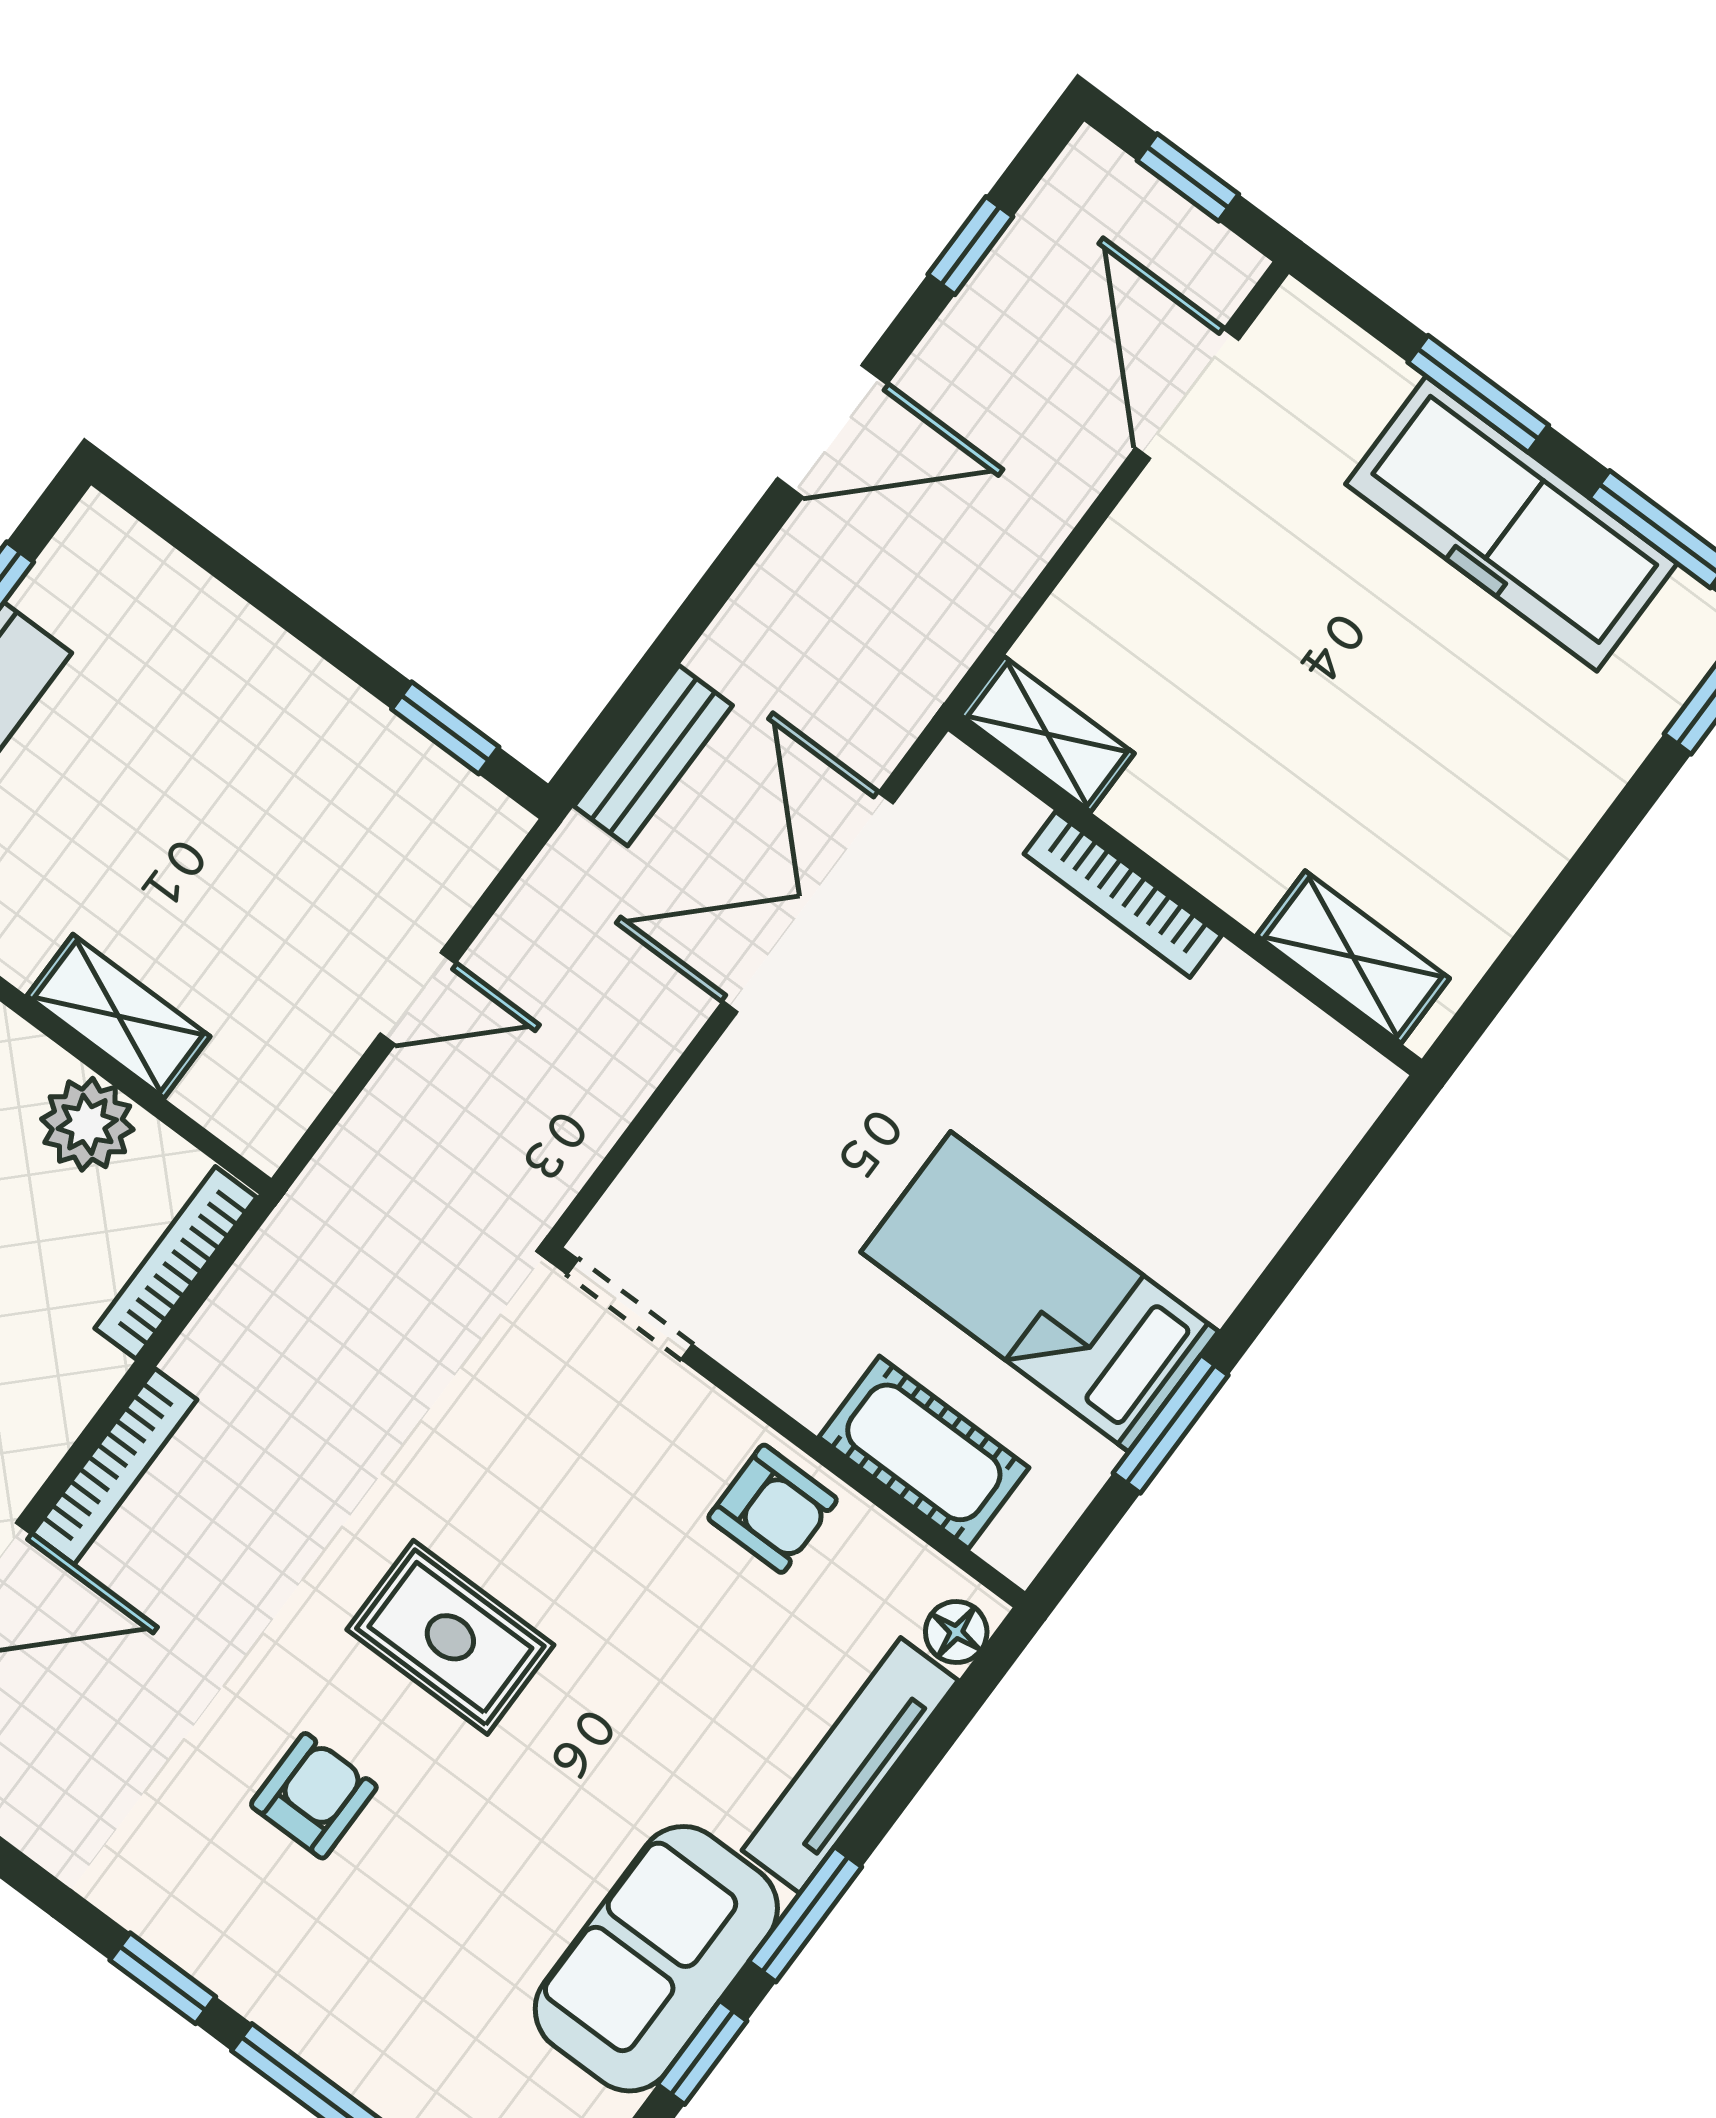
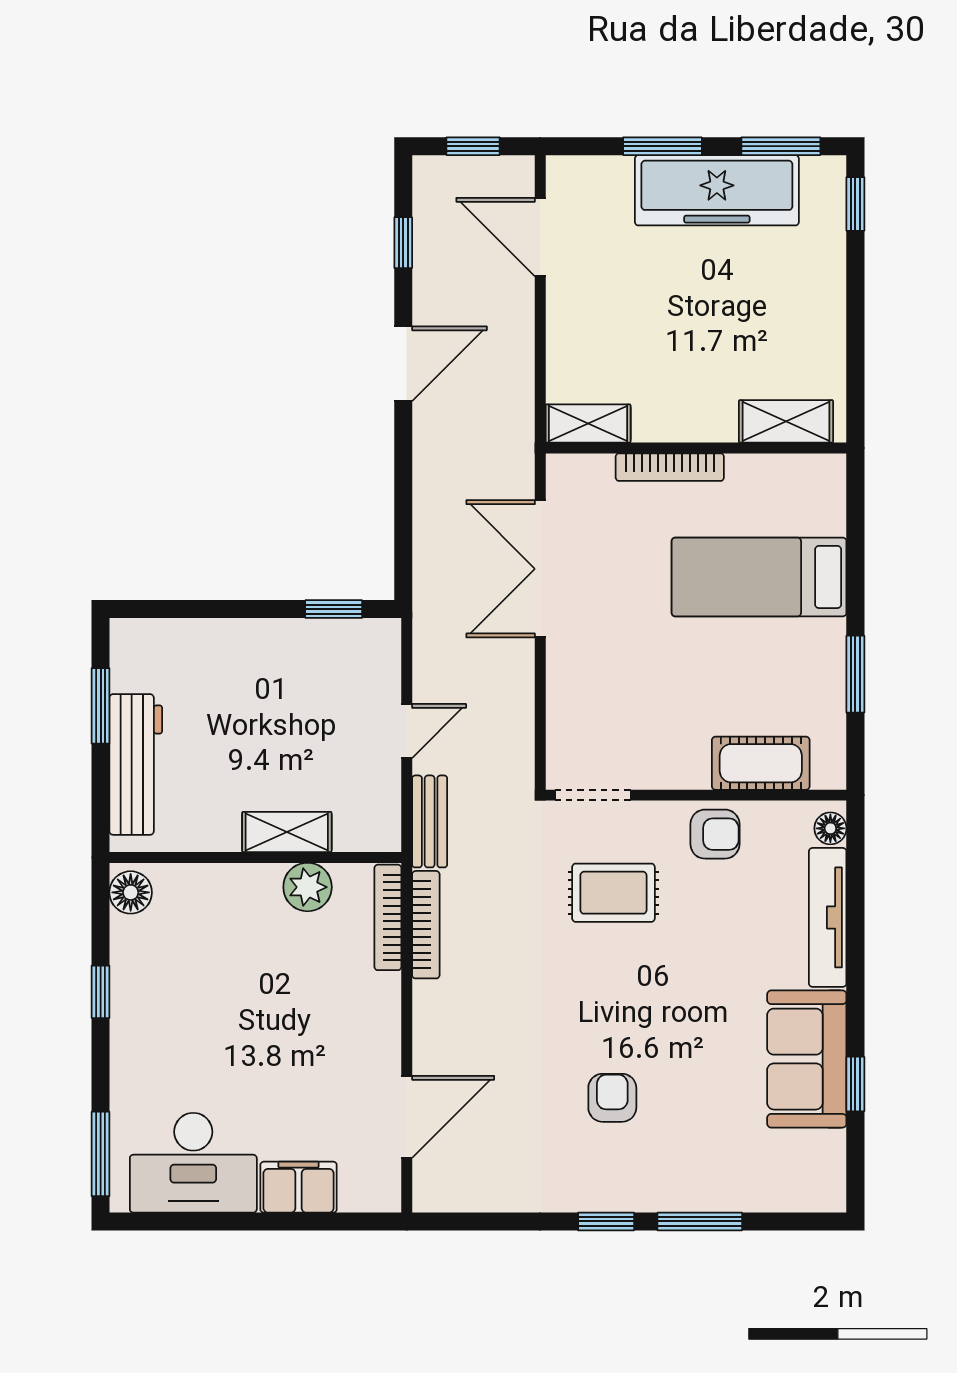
bench: (653, 756) -> (430, 821), moved
bed: (1040, 1292) -> (759, 577), moved
bookcase: (114, 1466) -> (426, 925), moved
rug: (450, 1637) -> (613, 893), moved
window: (805, 1914) -> (855, 994), removed

